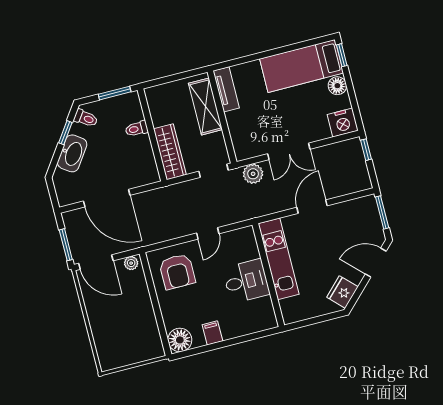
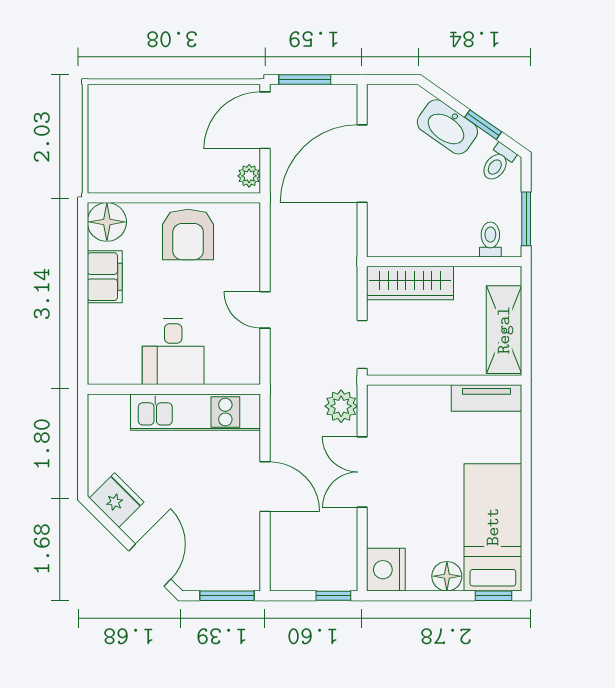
shelving: (205, 106) -> (504, 330), moved, turned 90
toilet: (137, 129) -> (490, 239), moved
armchair: (177, 272) -> (188, 234), moved, turned -90
filing cabinet: (212, 333) -> (105, 277), width x2.00

